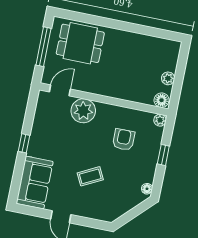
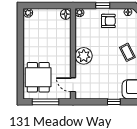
plant: (168, 78) -> (28, 13), moved
plant: (83, 111) -> (84, 56), moved
armchair: (124, 140) -> (108, 21), moved, turned 180

